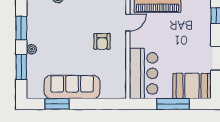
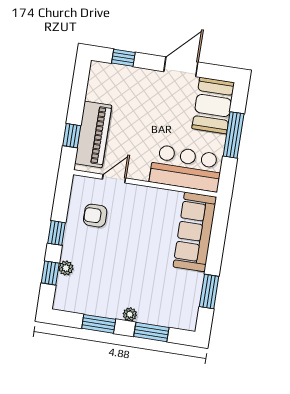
door: (128, 23) -> (114, 179), hinge flipped
armchair: (102, 41) -> (95, 216), moved, turned 180
sofa: (72, 87) -> (195, 232), moved

